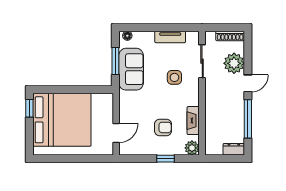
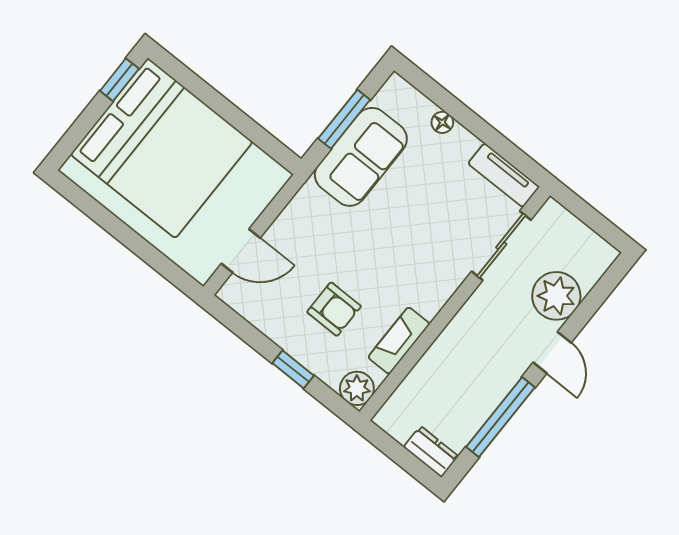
floor lamp: (127, 36) -> (442, 122), moved
shoe rack: (230, 36) -> (589, 241), removed
tv unit: (170, 37) -> (504, 175), moved
side table: (174, 77) -> (428, 235), removed
door: (248, 83) -> (552, 353), hinge flipped

